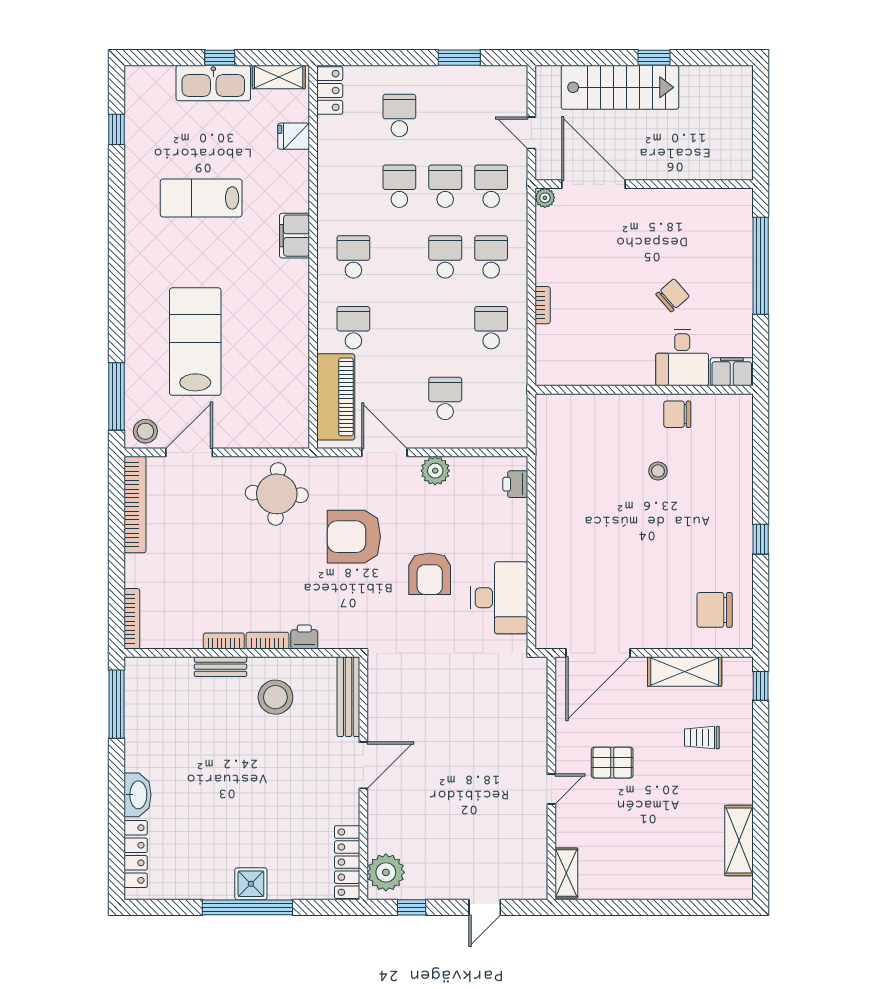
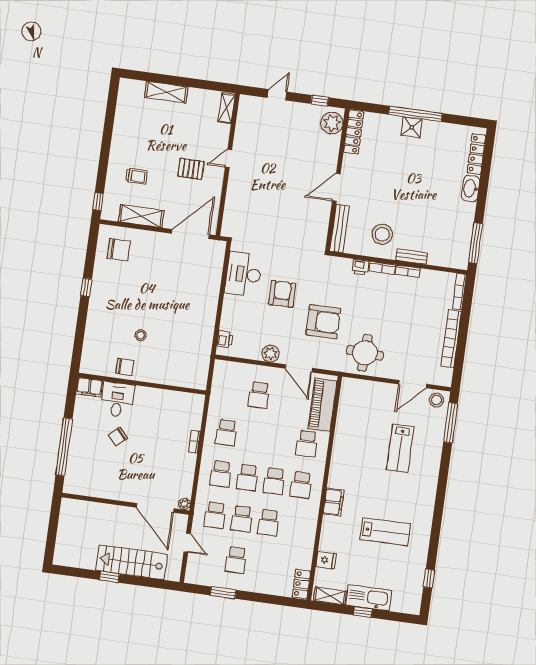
school desk: (399, 115) -> (236, 560), moved
school desk: (399, 257) -> (274, 481), added
lab bench: (195, 342) -> (400, 448), width x0.73, depth x0.72
bookcase: (135, 505) -> (451, 338), moved
shelving: (739, 840) -> (166, 92), moved, turned 90

